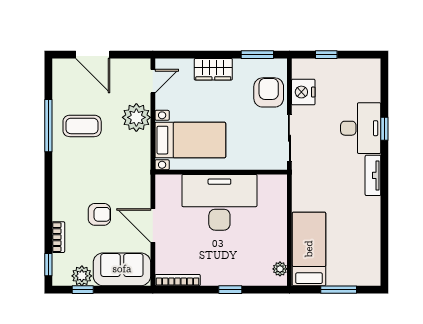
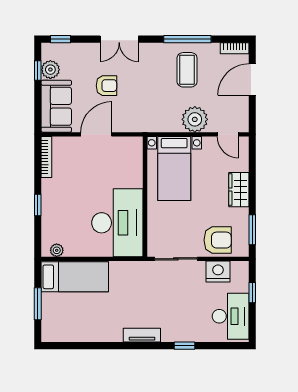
desk: (361, 128) -> (231, 316), moved, turned -90
double door: (48, 200) -> (119, 39), added
desk: (219, 202) -> (117, 223), moved
armchair: (99, 214) -> (106, 86), turned -90
bookcase: (58, 237) -> (235, 48), moved

